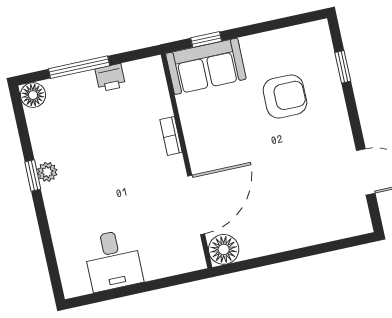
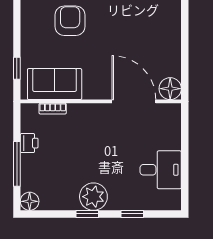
sofa: (206, 66) -> (55, 84), moved, turned -90
bookcase: (171, 136) -> (53, 109), moved
plant: (47, 172) -> (93, 197), width x1.88, depth x1.88
window: (46, 235) -> (132, 214), added

